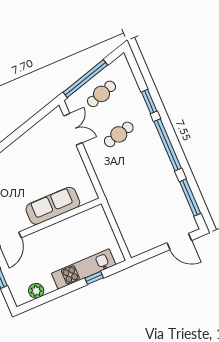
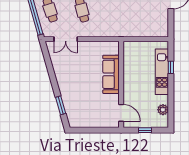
double door: (73, 129) -> (66, 39), swing flipped

